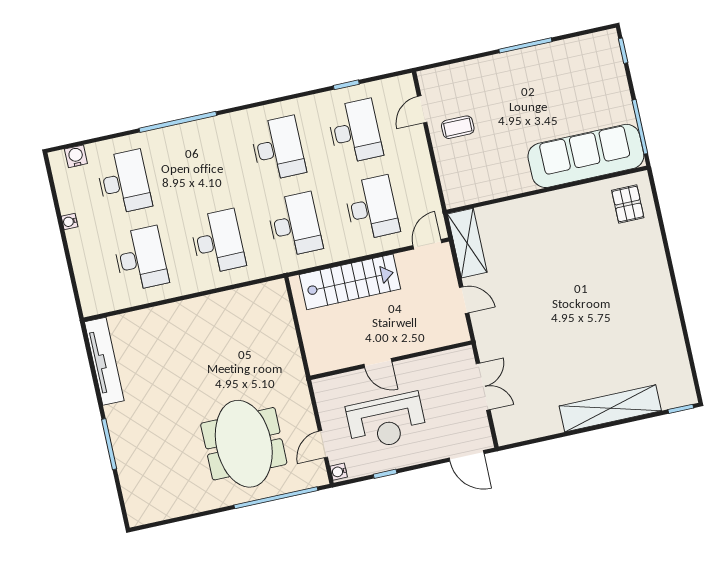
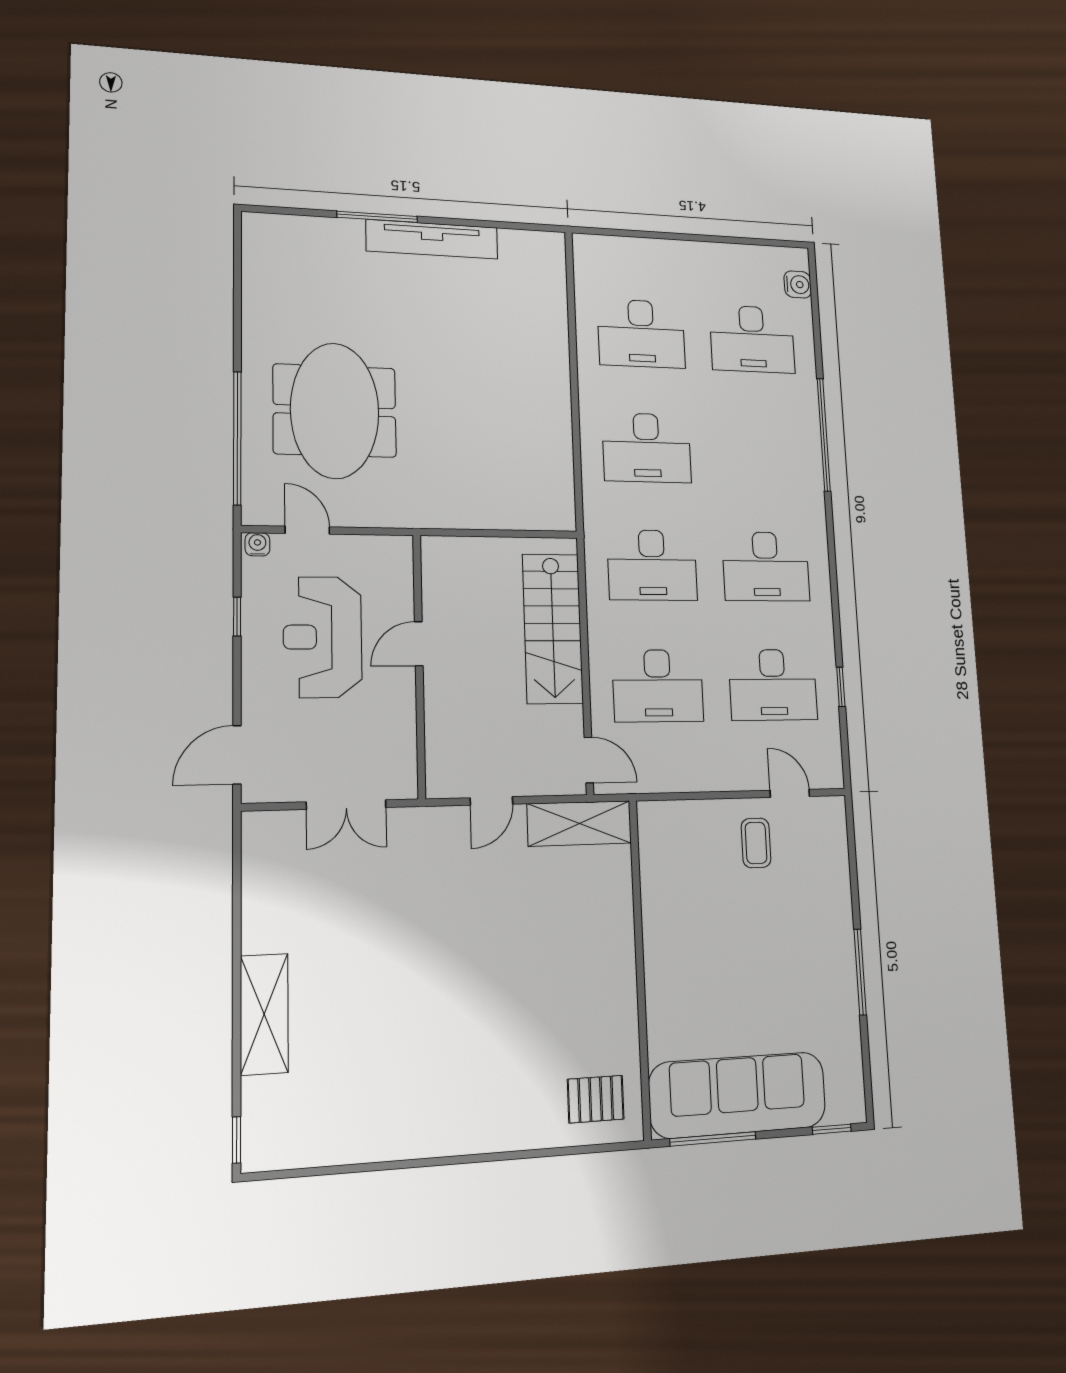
sofa: (586, 156) -> (738, 1095), moved, turned -90
water cooler: (70, 222) -> (710, 251), removed
tv unit: (104, 361) -> (432, 239), moved
shelving: (610, 408) -> (264, 1014), width x0.68
meeting table: (244, 444) -> (335, 411), turned 90

